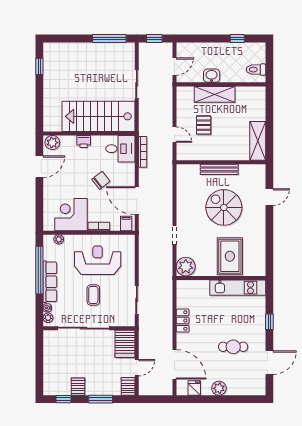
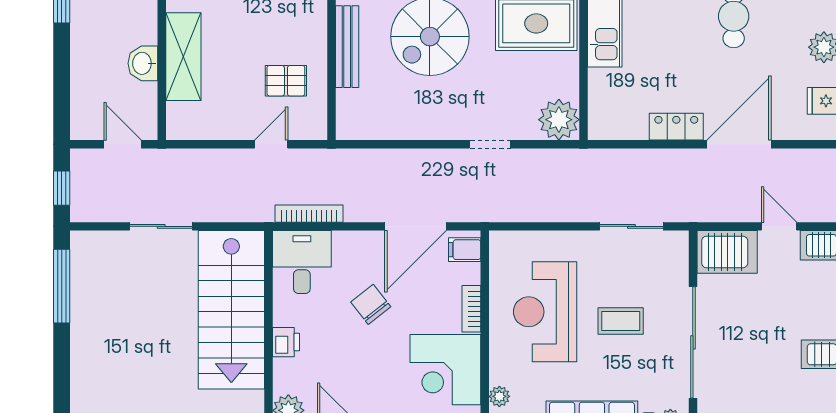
pallet: (204, 125) -> (286, 81), moved
door: (174, 364) -> (739, 144), moved

